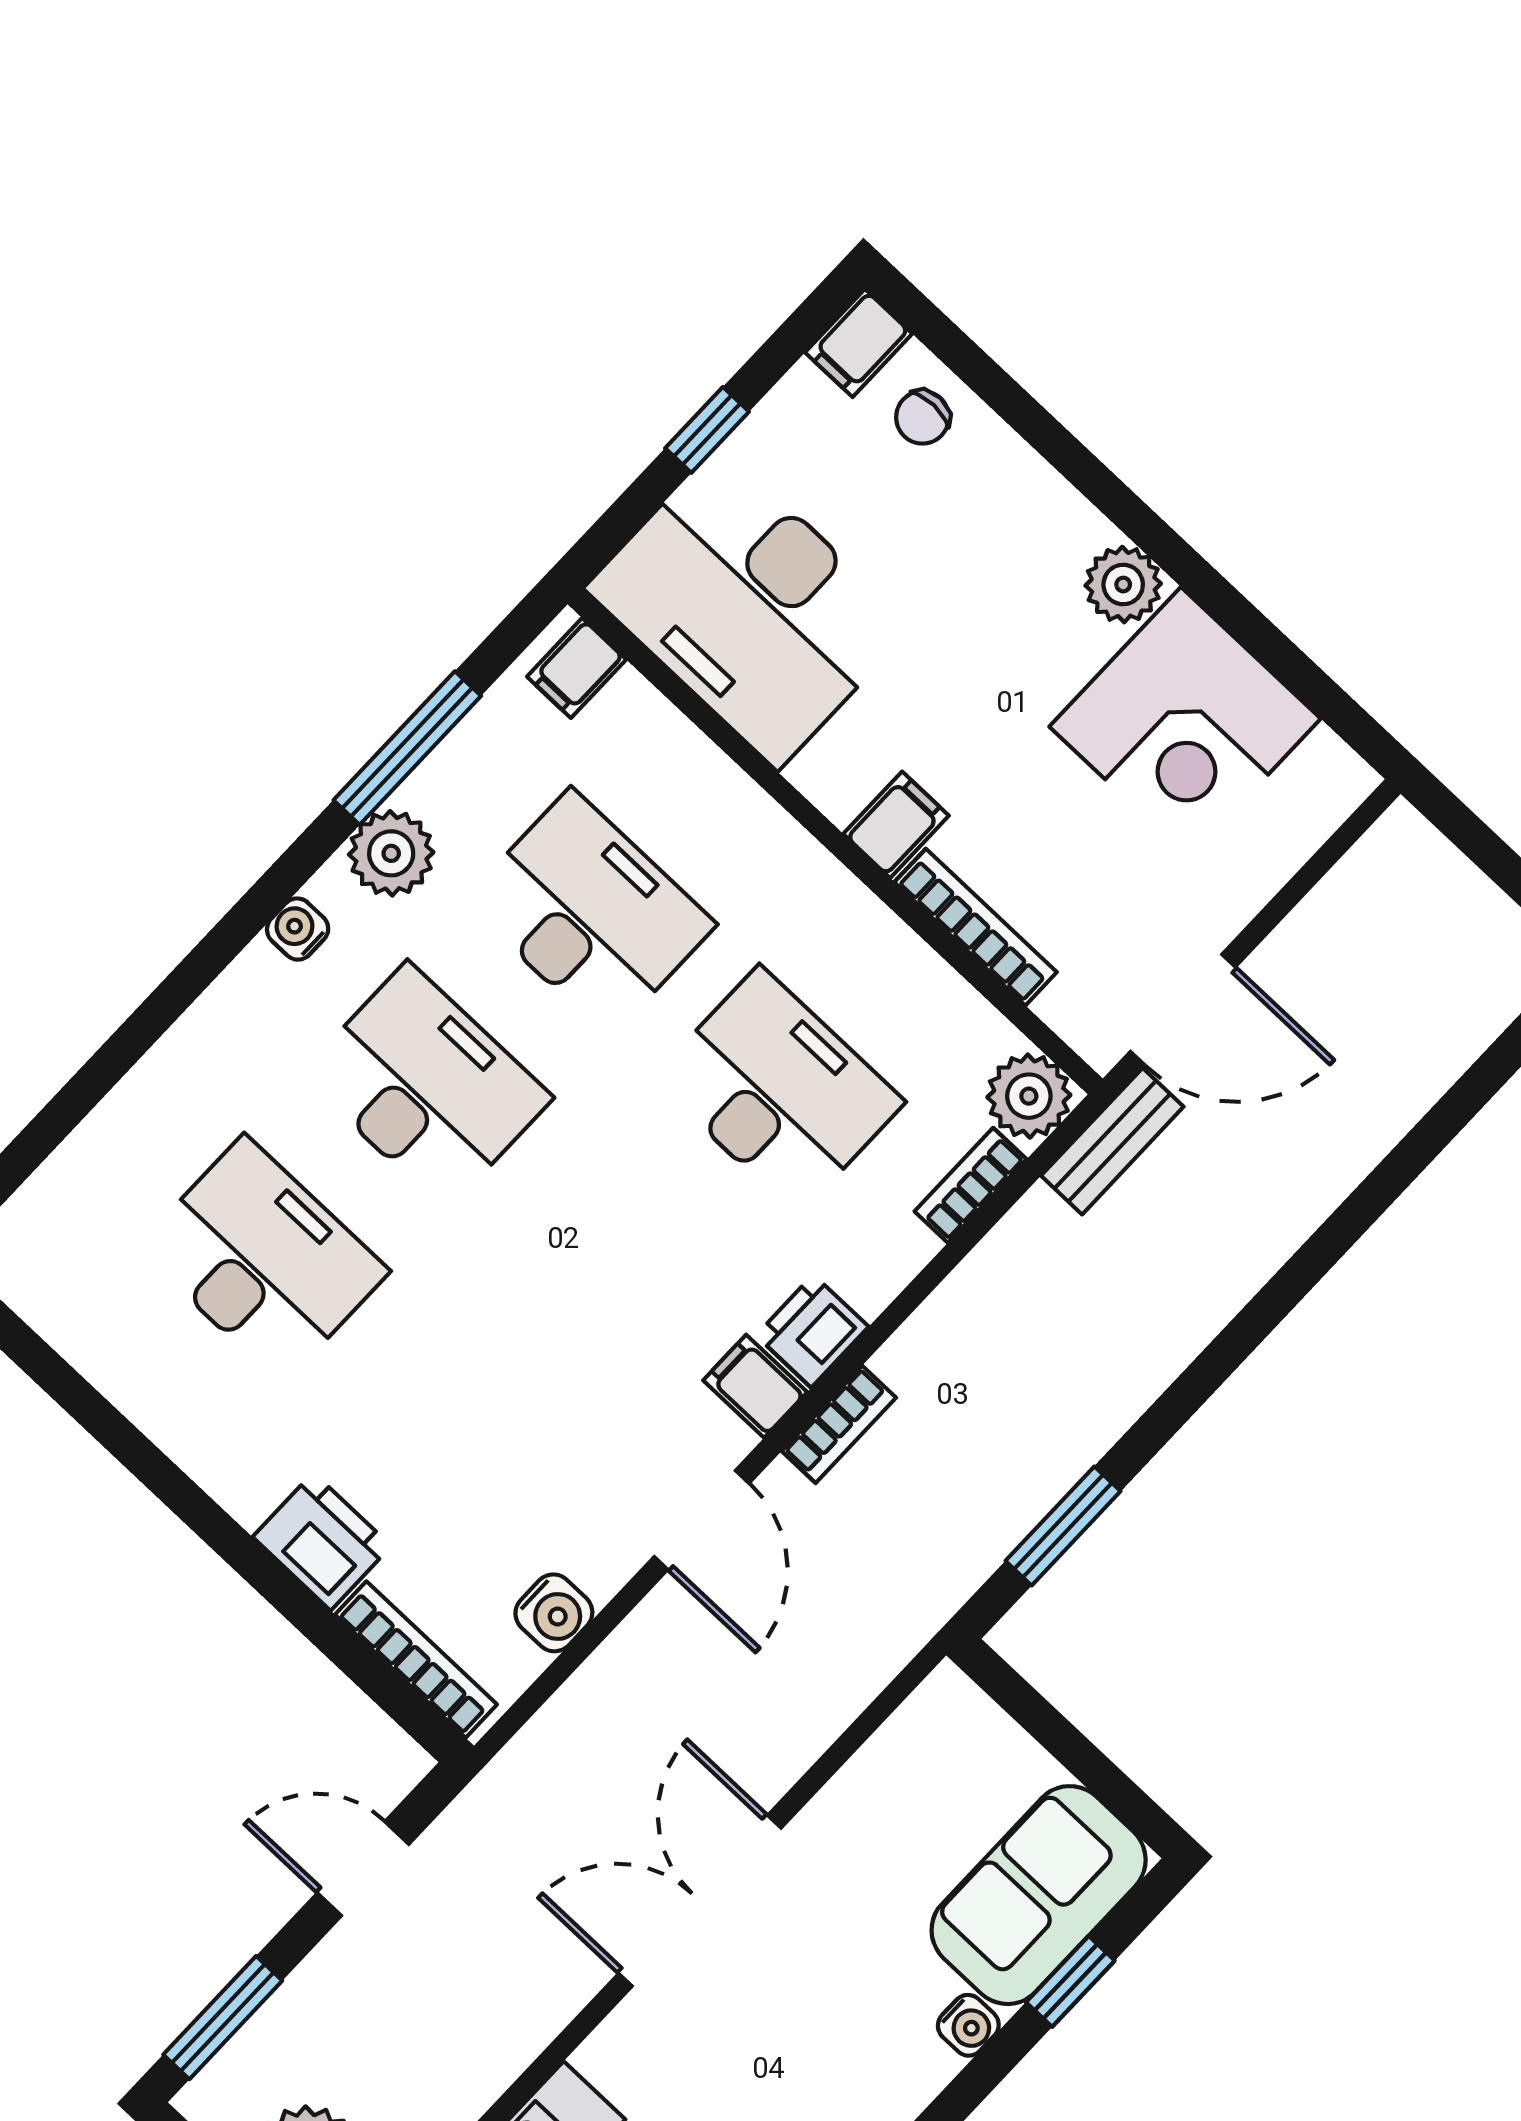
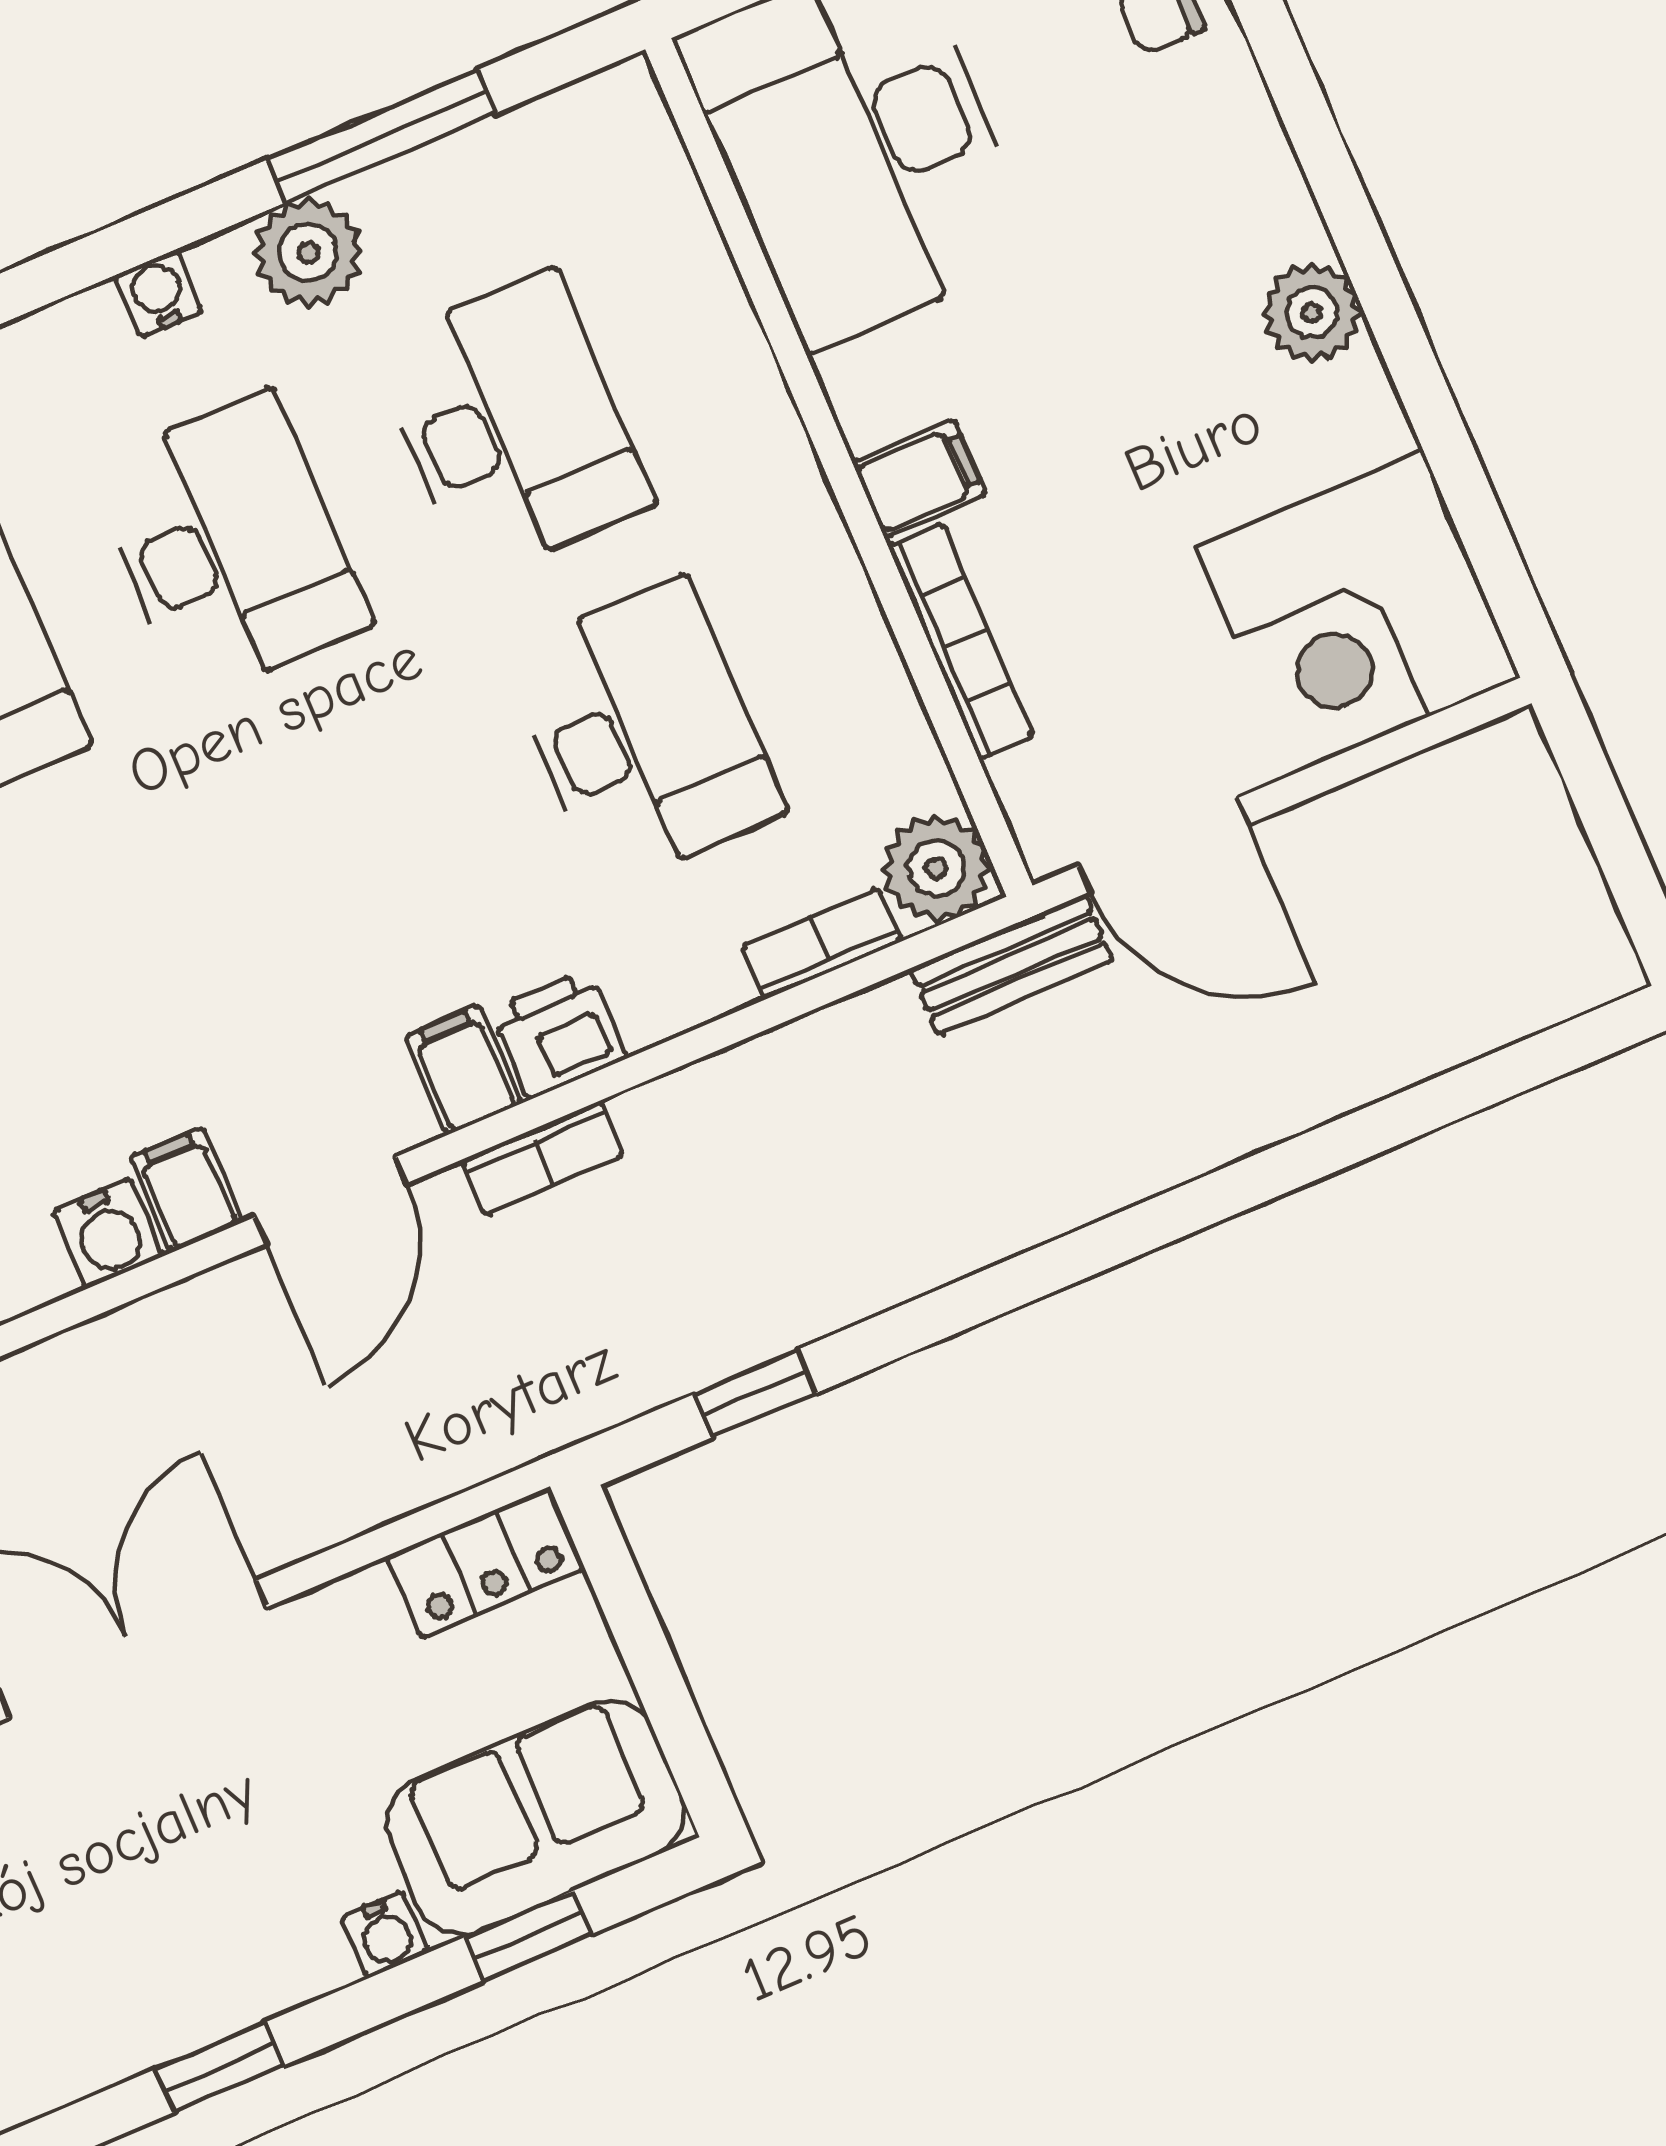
filing cabinet: (577, 668) -> (186, 1190), moved, turned 90
corner desk: (1185, 723) -> (1358, 612), moved
window: (1063, 1526) -> (755, 1394), width x0.67
locker: (924, 1729) -> (486, 1562), added

